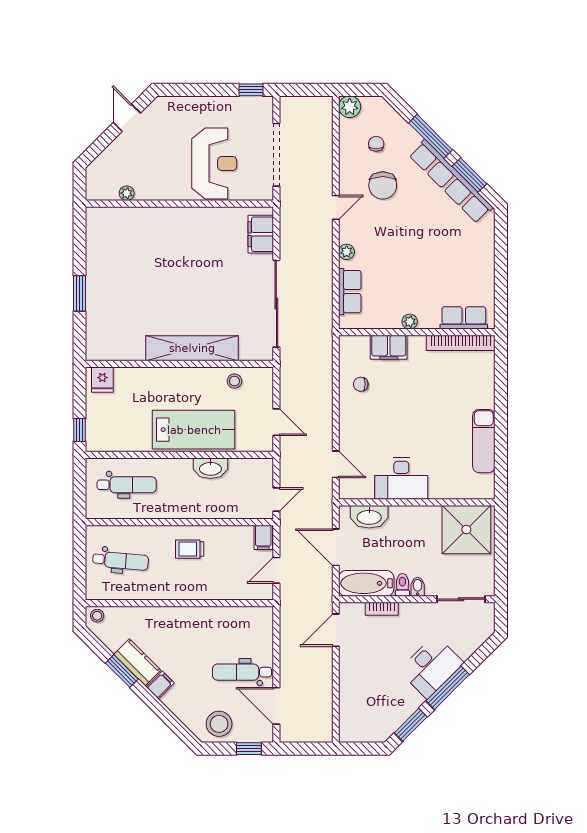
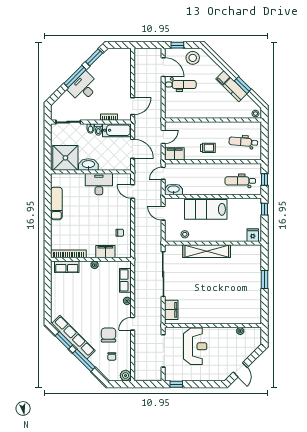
reception desk: (214, 163) -> (195, 346), turned 180
washbasin: (210, 468) -> (174, 189), moved
window: (80, 488) -> (265, 179), added
washbasin: (369, 517) -> (88, 164), moved
filing cabinet: (263, 537) -> (175, 154), width x2.00

